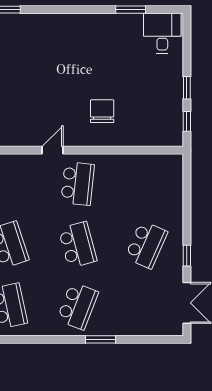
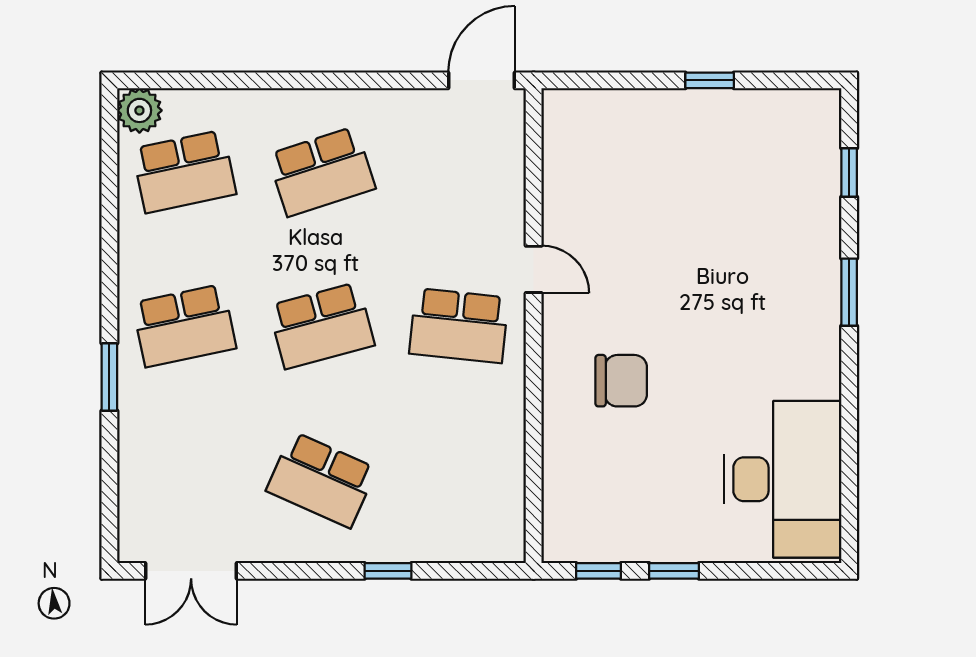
window: (131, 10) -> (849, 292), moved
desk: (162, 33) -> (783, 479), width x1.87, depth x1.30
window: (187, 256) -> (388, 571), moved
school desk: (78, 306) -> (184, 326), turned -33

